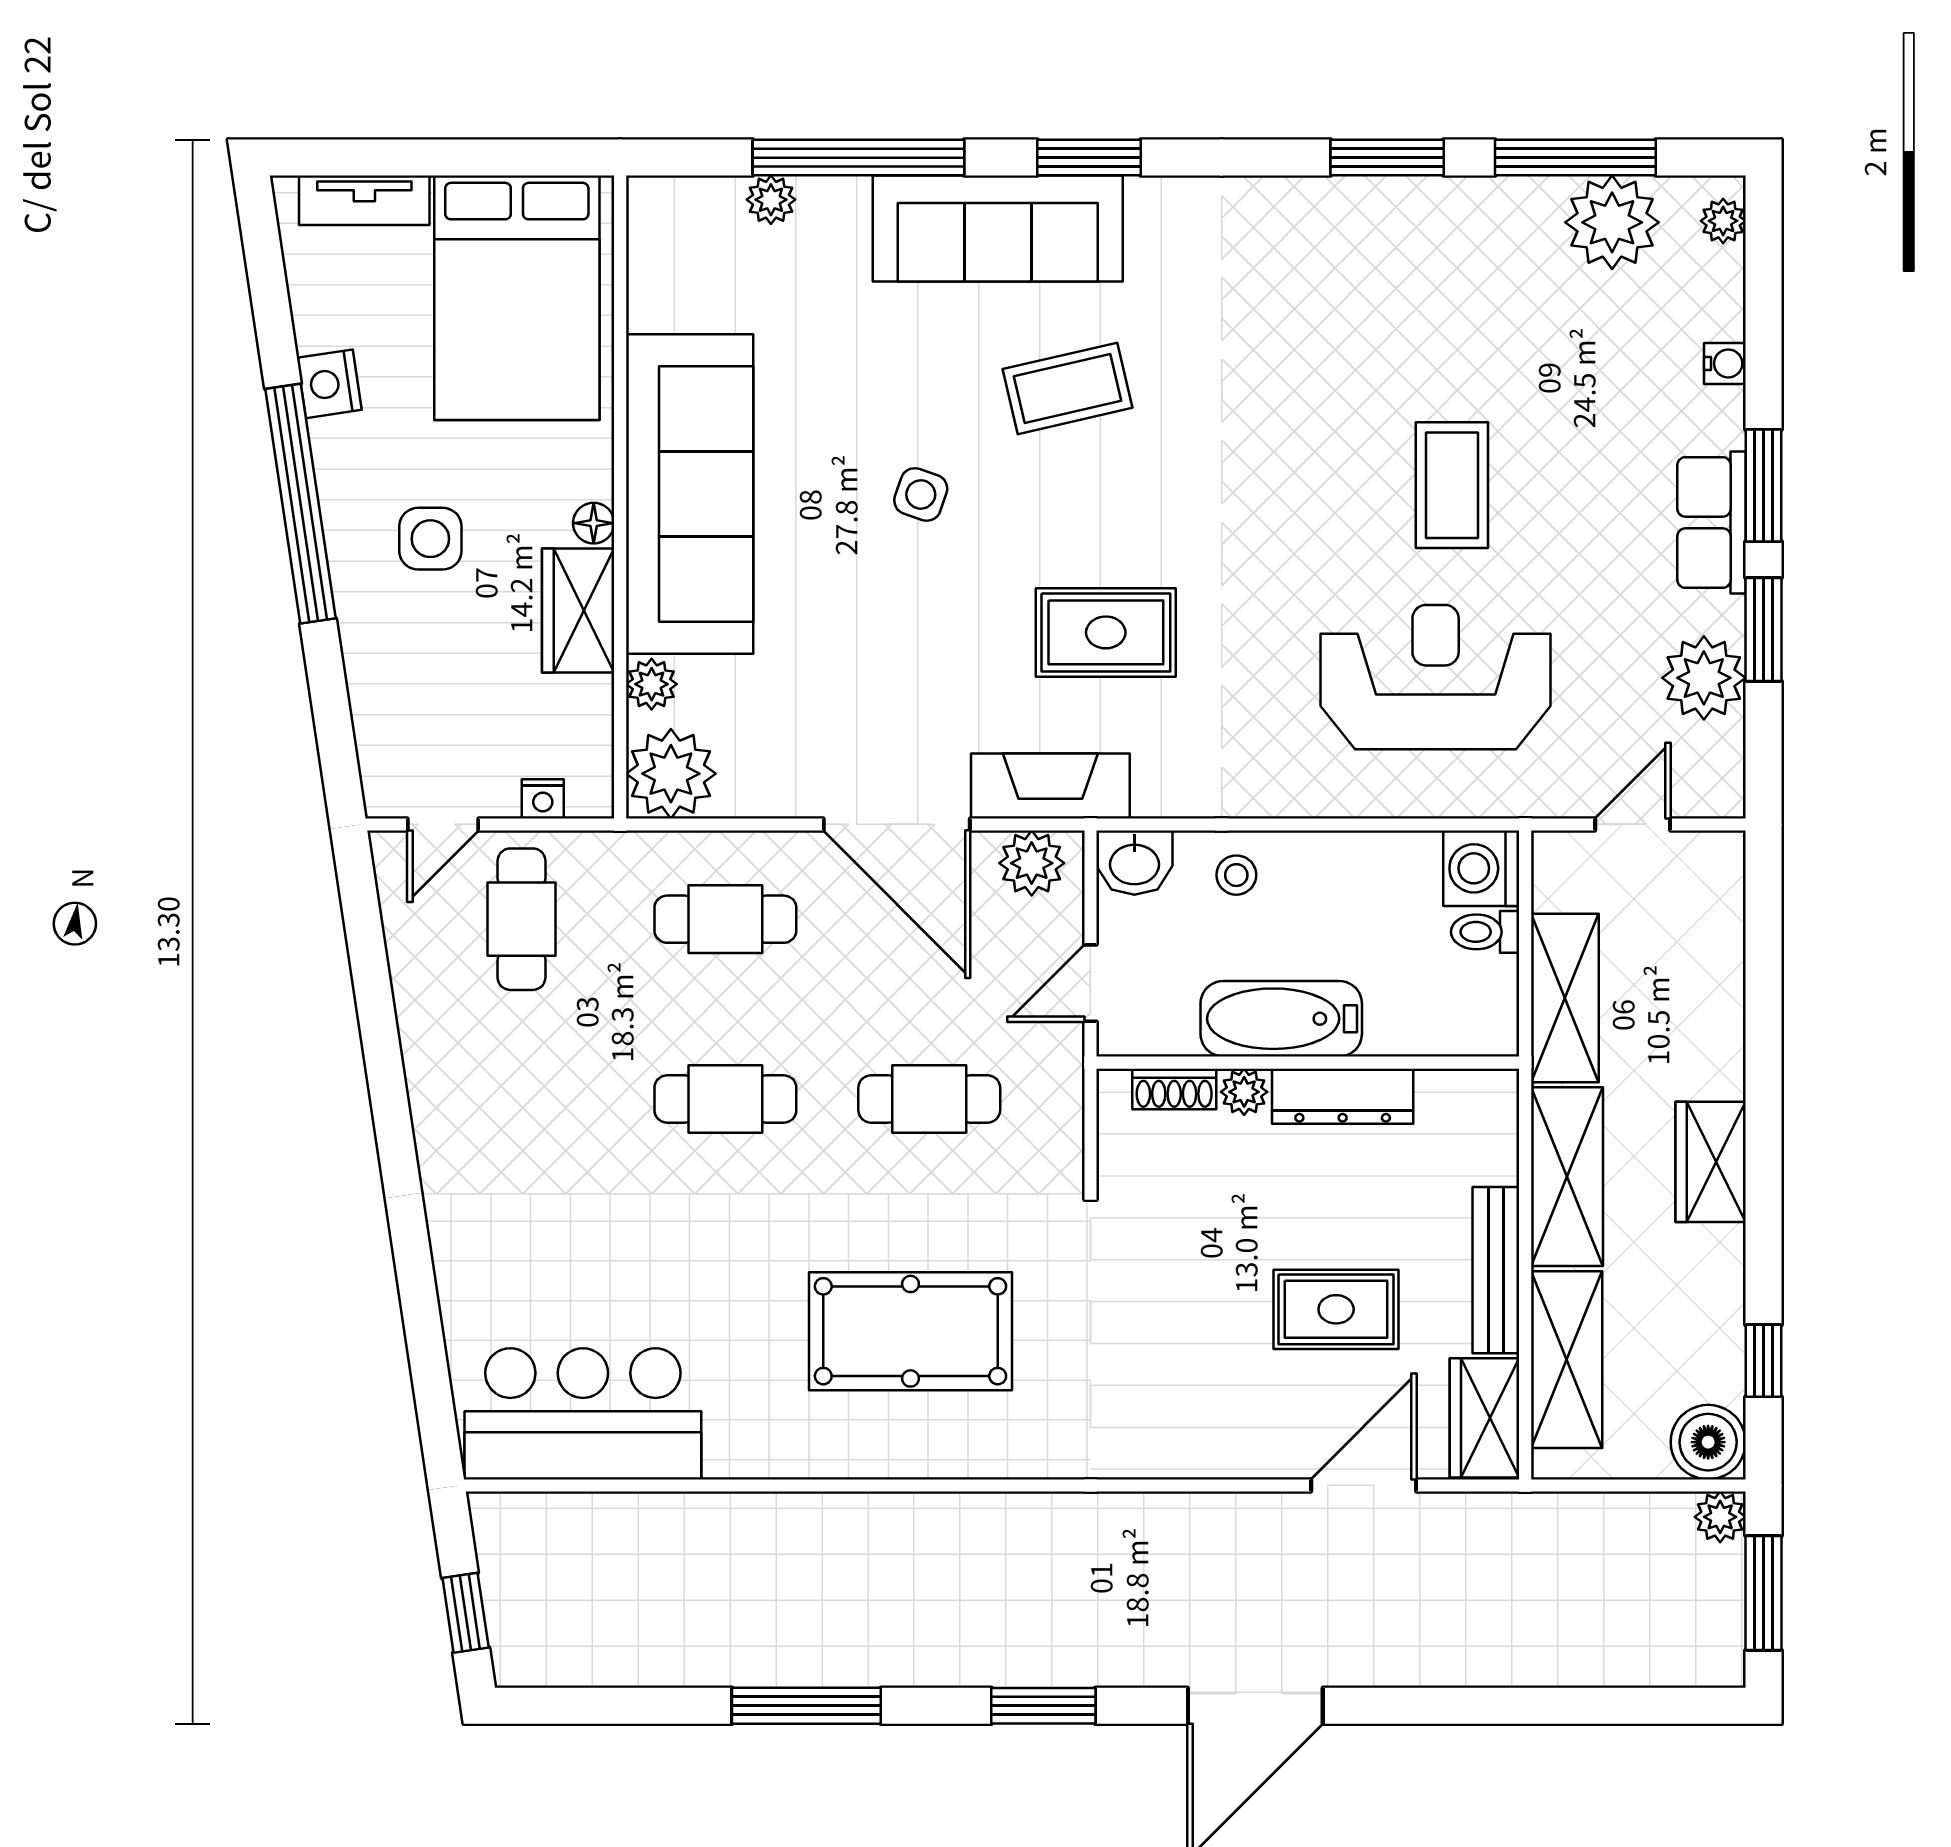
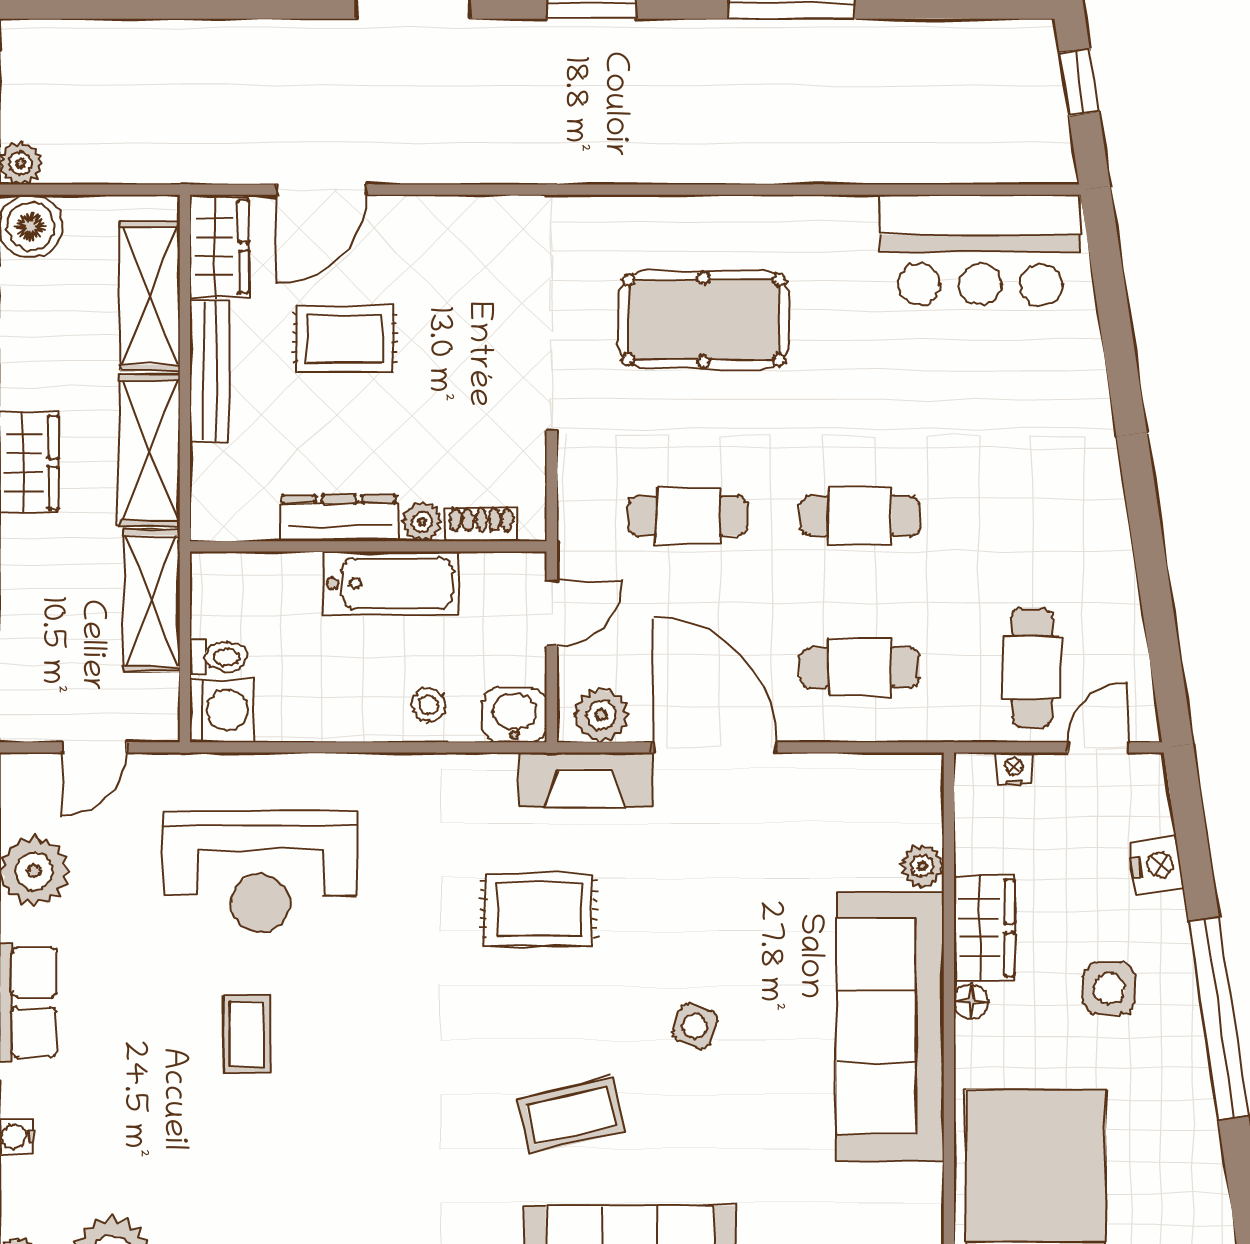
nightstand: (329, 384) -> (1156, 865), moved
coffee table: (1452, 485) -> (247, 1034), width x0.73, depth x0.77
plant: (671, 774) -> (906, 790), removed

